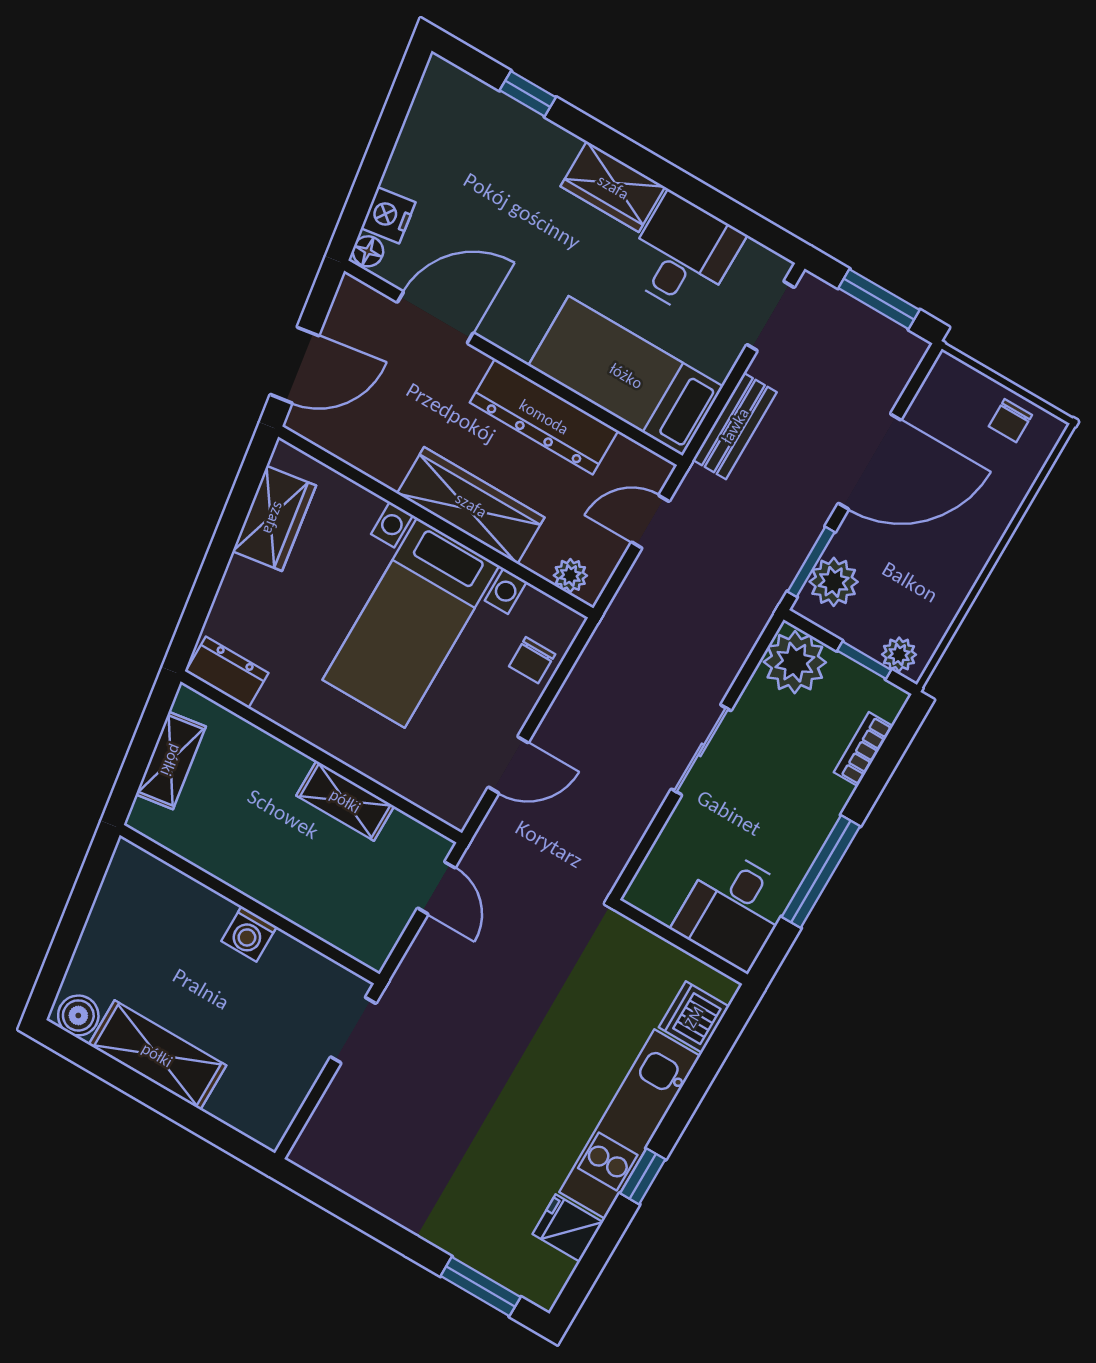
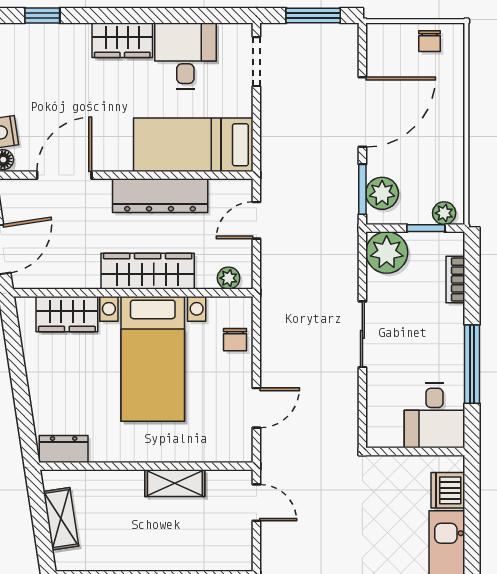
bench: (735, 426) -> (273, 137), removed
wardrobe: (274, 518) -> (67, 314), moved, turned 99

